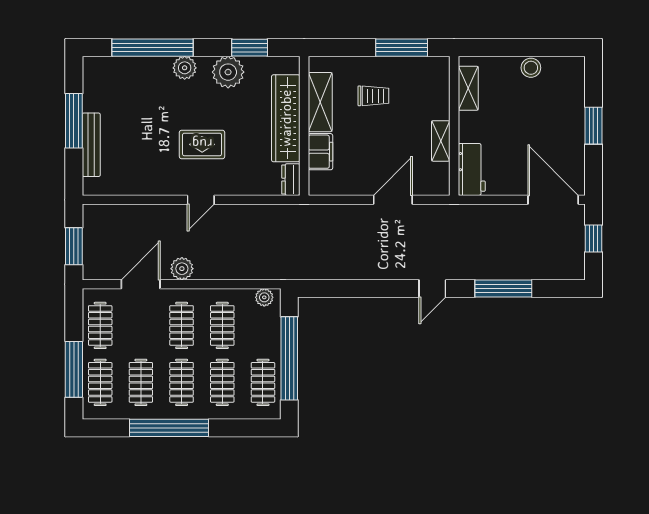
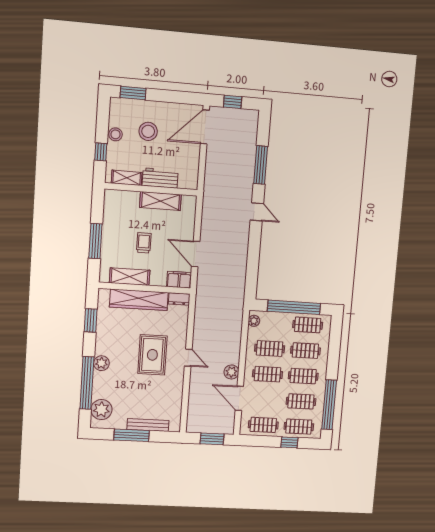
window: (402, 48) -> (95, 241), moved
window: (503, 48) -> (101, 152), added
plant: (228, 72) -> (101, 410), moved
trolley: (373, 96) -> (144, 243), moved
stool: (539, 116) -> (148, 131), added
window: (593, 126) -> (133, 93), moved
shelving: (441, 141) -> (160, 201), width x1.50, depth x1.33
rug: (202, 144) -> (152, 355), width x1.36, depth x1.43
filing cabinet: (320, 152) -> (179, 280), moved
workbench: (472, 169) -> (160, 178), moved
door: (393, 200) -> (196, 254), moved
window: (74, 369) -> (289, 442), width x0.46
window: (169, 428) -> (329, 405), moved

